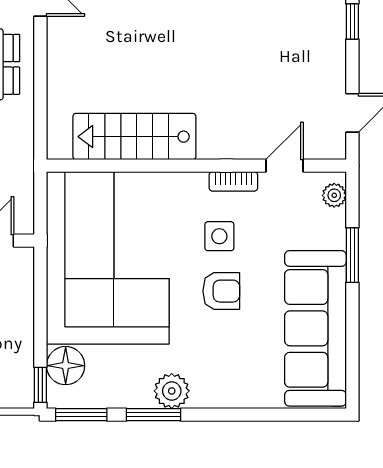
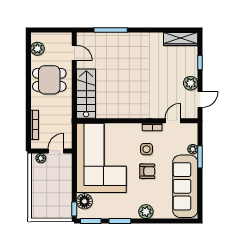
plant: (329, 73) -> (191, 83), added
stairs: (134, 137) -> (86, 94), moved, turned 90
plant: (334, 195) -> (193, 149), moved
plant: (172, 391) -> (146, 212), moved

